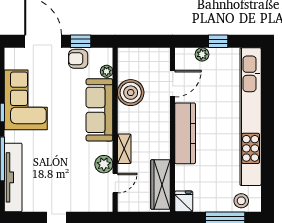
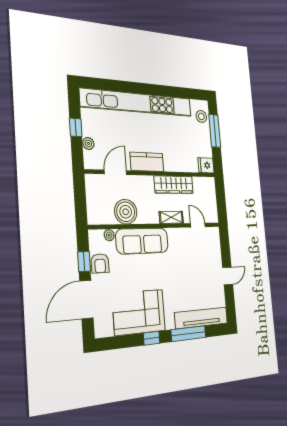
door: (173, 84) -> (115, 172), hinge flipped
kitchen counter: (185, 133) -> (147, 162), width x0.67
plant: (104, 164) -> (185, 236), removed
wardrobe: (161, 185) -> (174, 185), moved

